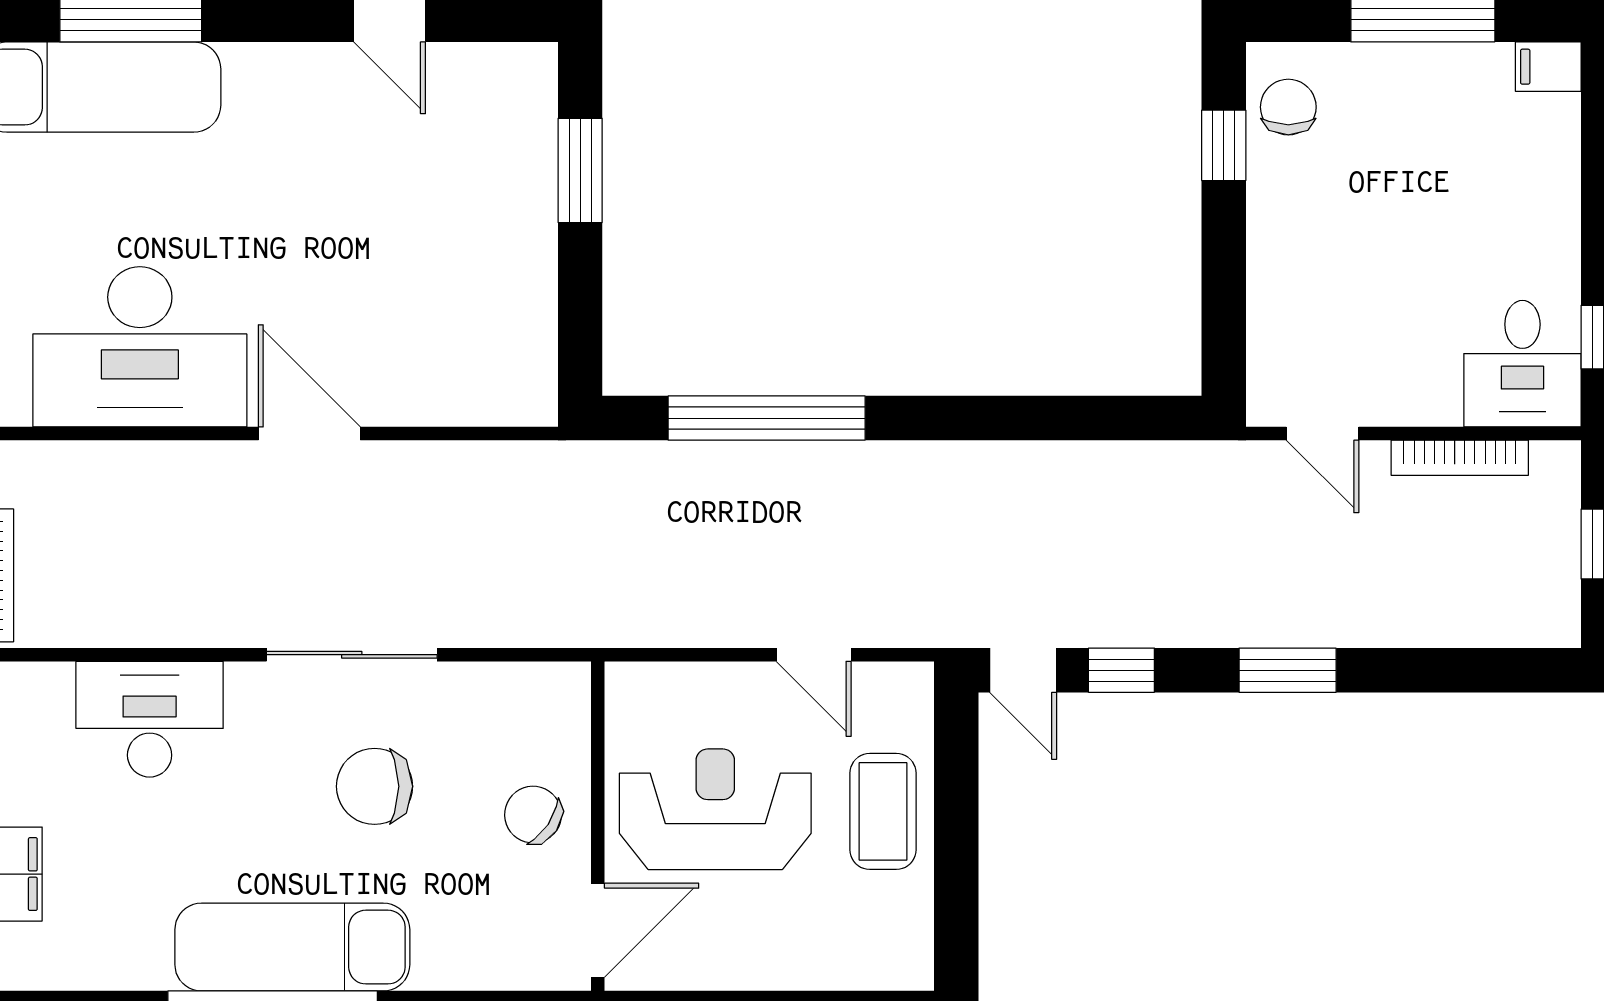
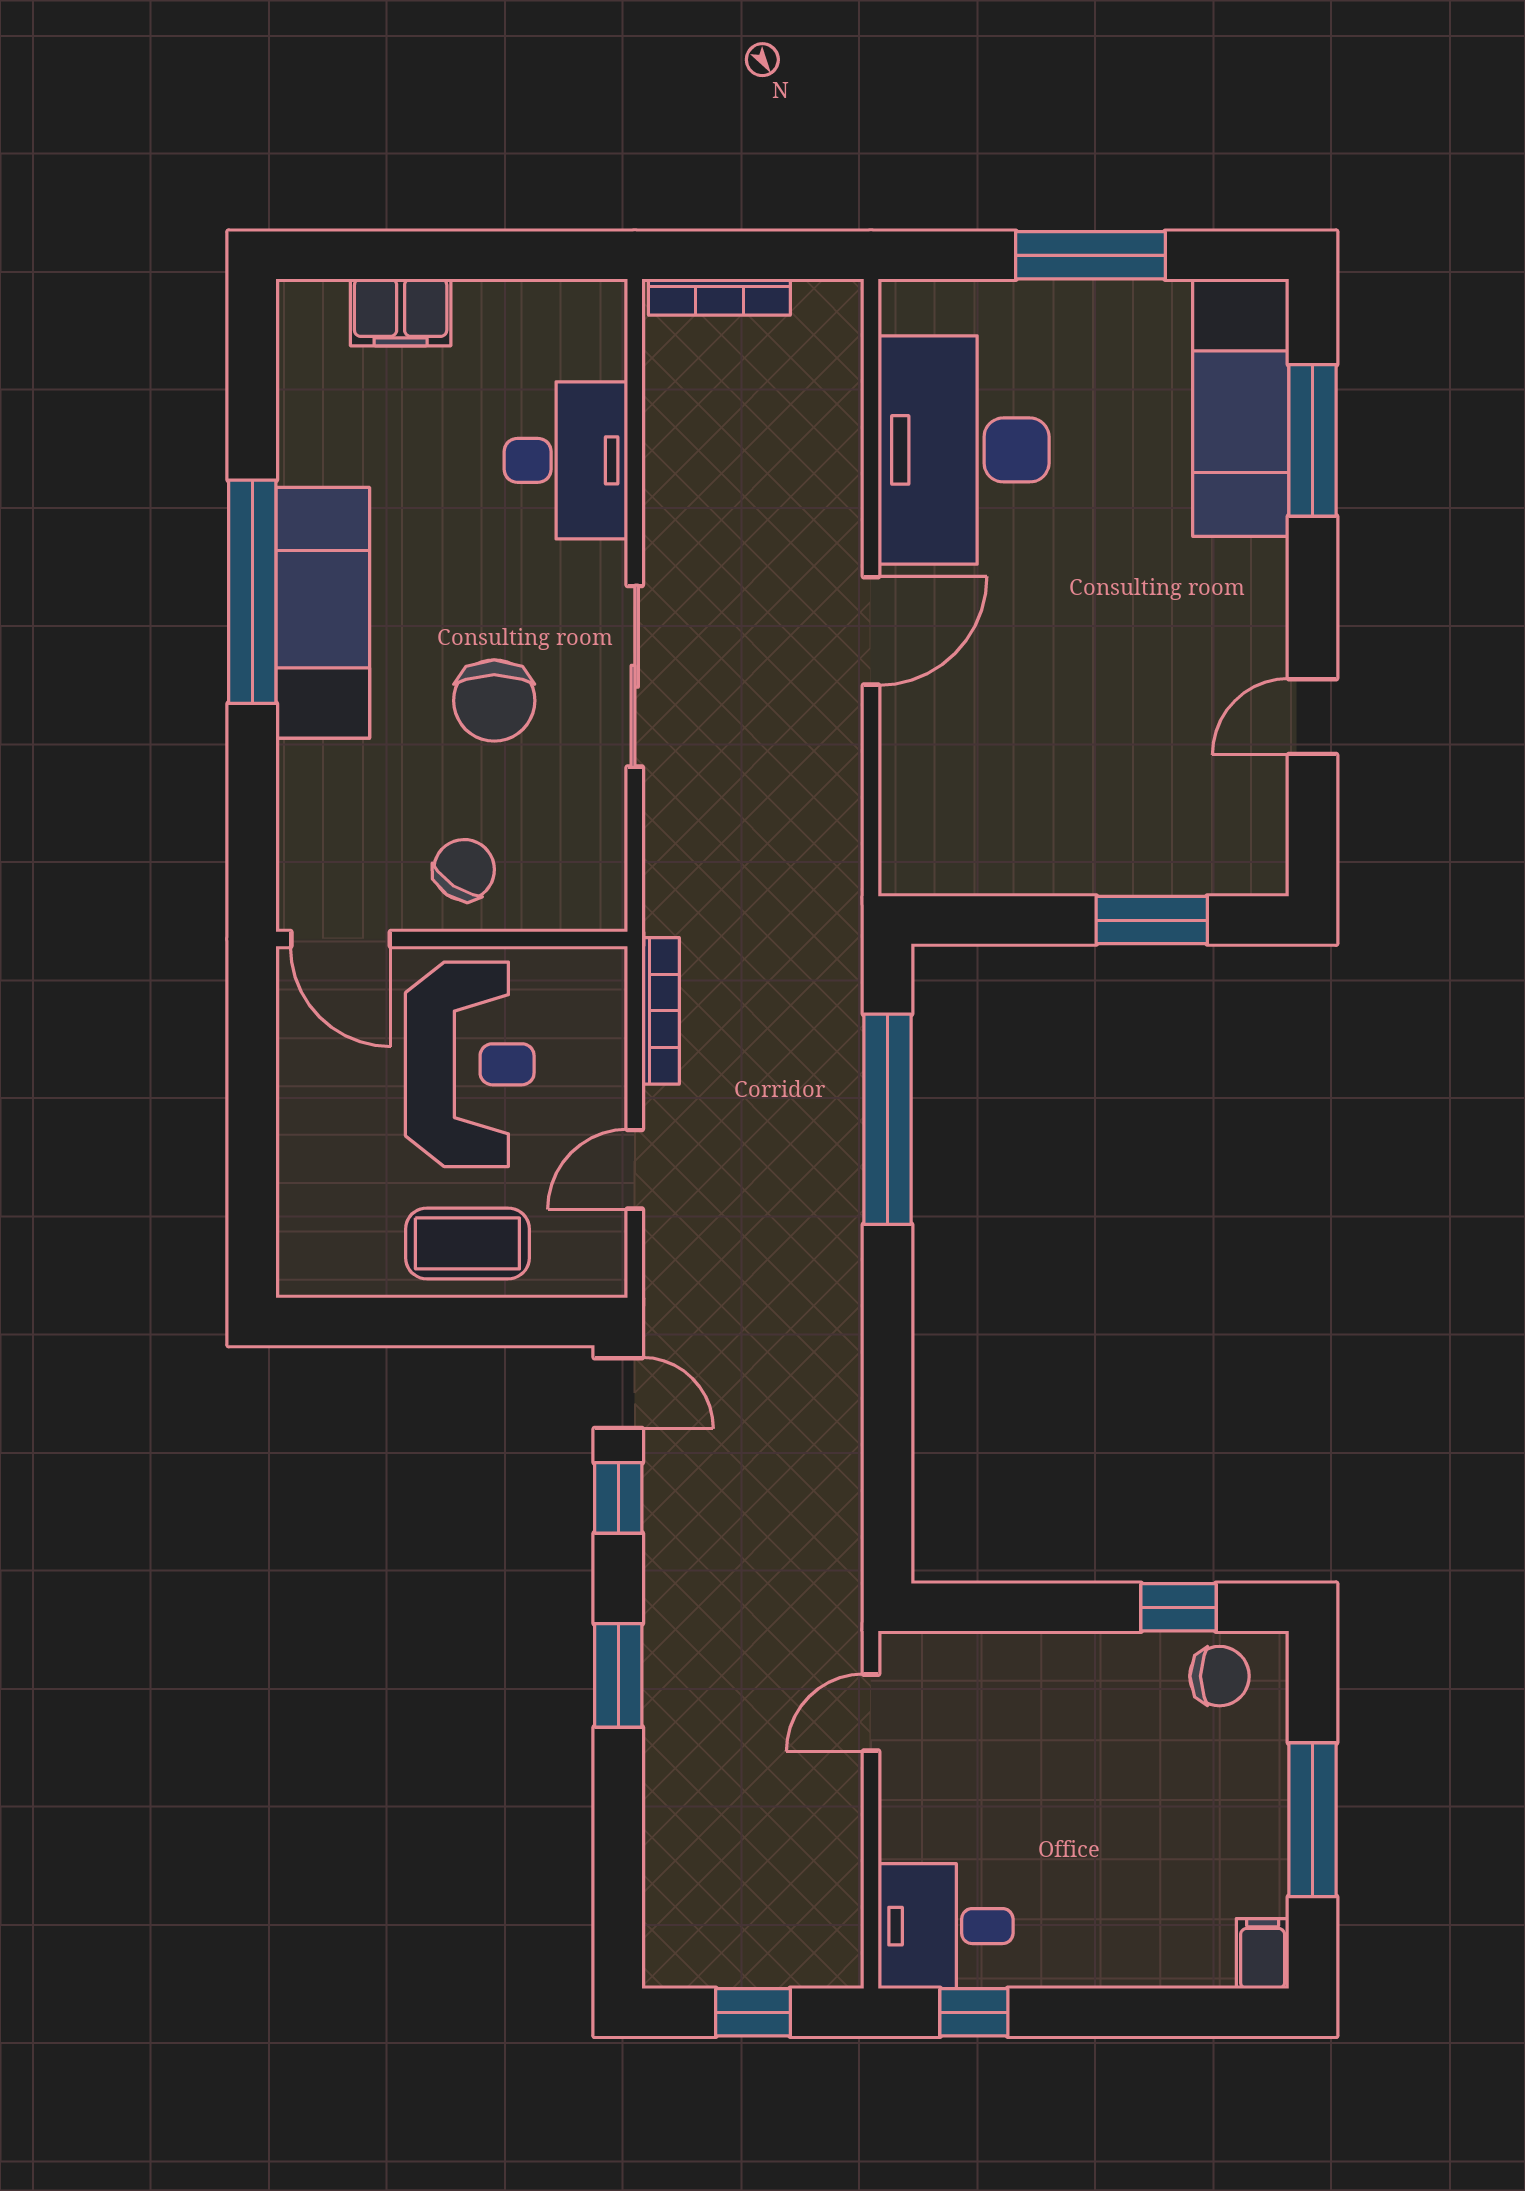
bookcase: (1460, 458) -> (661, 1011), moved, turned 180
door: (1023, 670) -> (618, 1393), swing flipped
chair: (375, 786) -> (494, 701), turned 180

